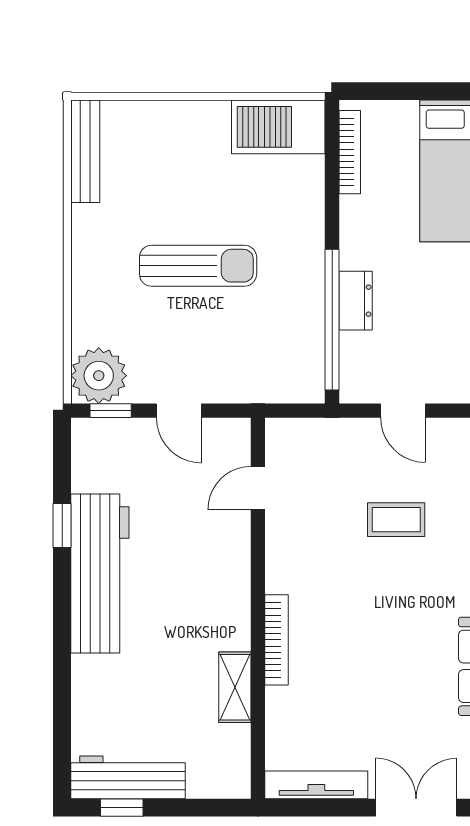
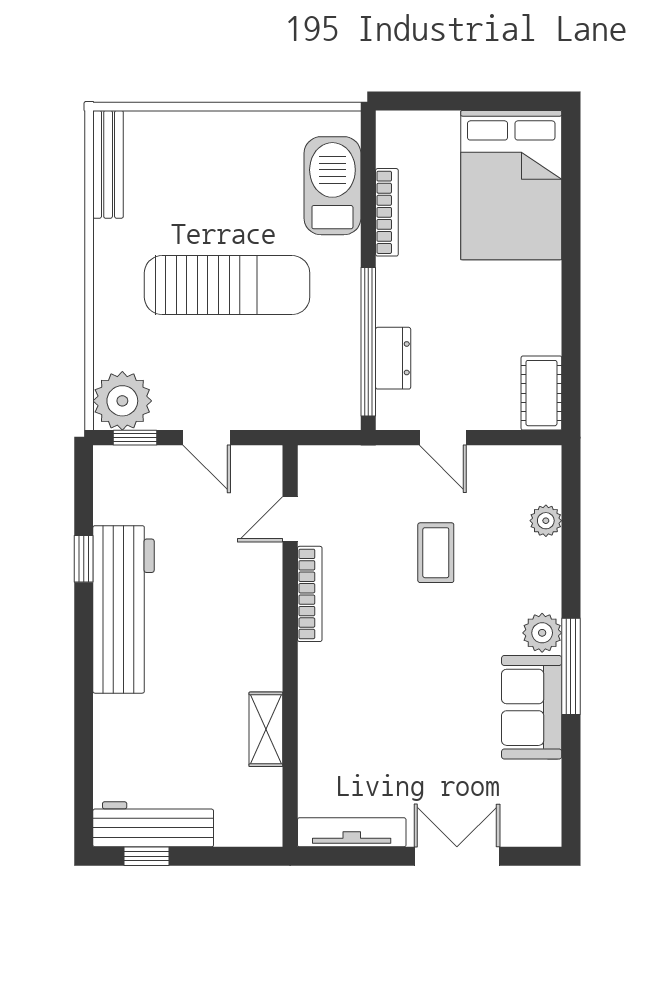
barbecue: (278, 127) -> (332, 186), moved, turned 90
bookcase: (350, 152) -> (387, 212), moved
sun lounger: (198, 266) -> (227, 285), width x1.36, depth x1.34
dresser: (356, 301) -> (393, 358), moved
coffee table: (396, 520) -> (436, 553), turned 90
bookcase: (277, 640) -> (310, 594), moved

